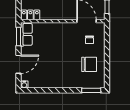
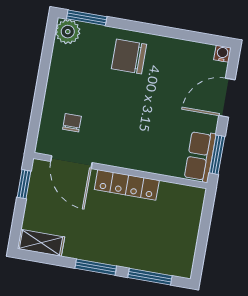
locker: (30, 15) -> (127, 185), moved, width x1.53
chair: (89, 64) -> (129, 57), moved
plant: (99, 82) -> (68, 32), added

